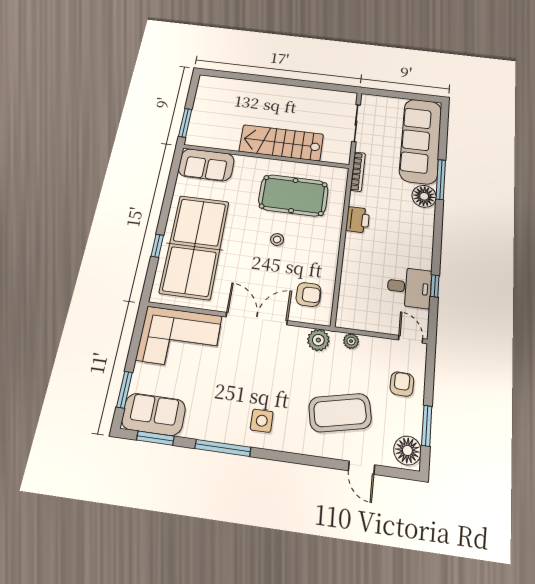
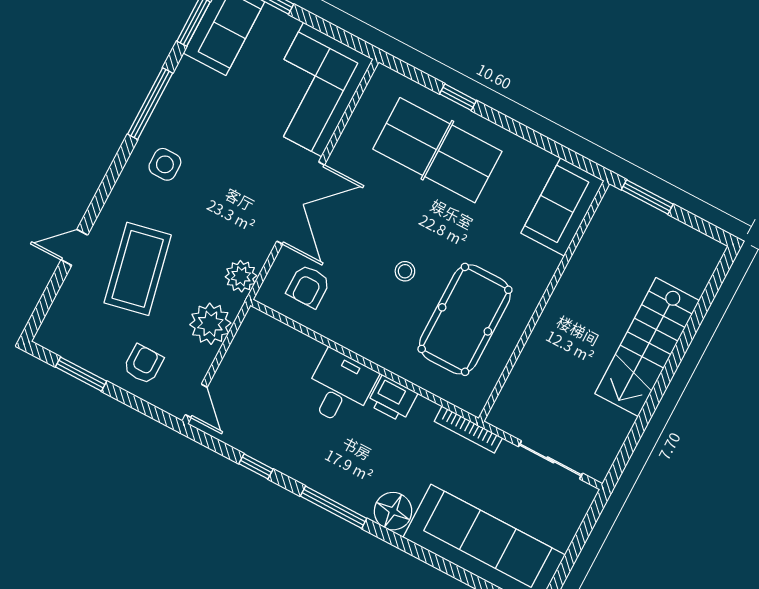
stairs: (281, 143) -> (647, 347), moved, turned 180
window: (441, 180) -> (334, 507), moved
table tennis table: (195, 247) -> (437, 150), width x0.73, depth x0.76
desk: (409, 287) -> (340, 388), moved, turned 180
door: (411, 339) -> (196, 401), hinge flipped
plant: (351, 341) -> (210, 324), width x1.88, depth x1.88
armchair: (402, 384) -> (143, 364), turned -91
floor lamp: (407, 450) -> (61, 336), removed
door: (362, 468) -> (74, 247), moved

